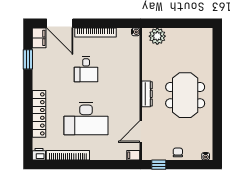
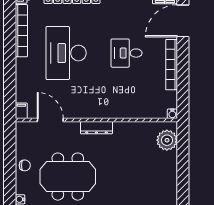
meeting table: (185, 95) -> (68, 177), moved
window: (159, 165) -> (10, 142), removed

